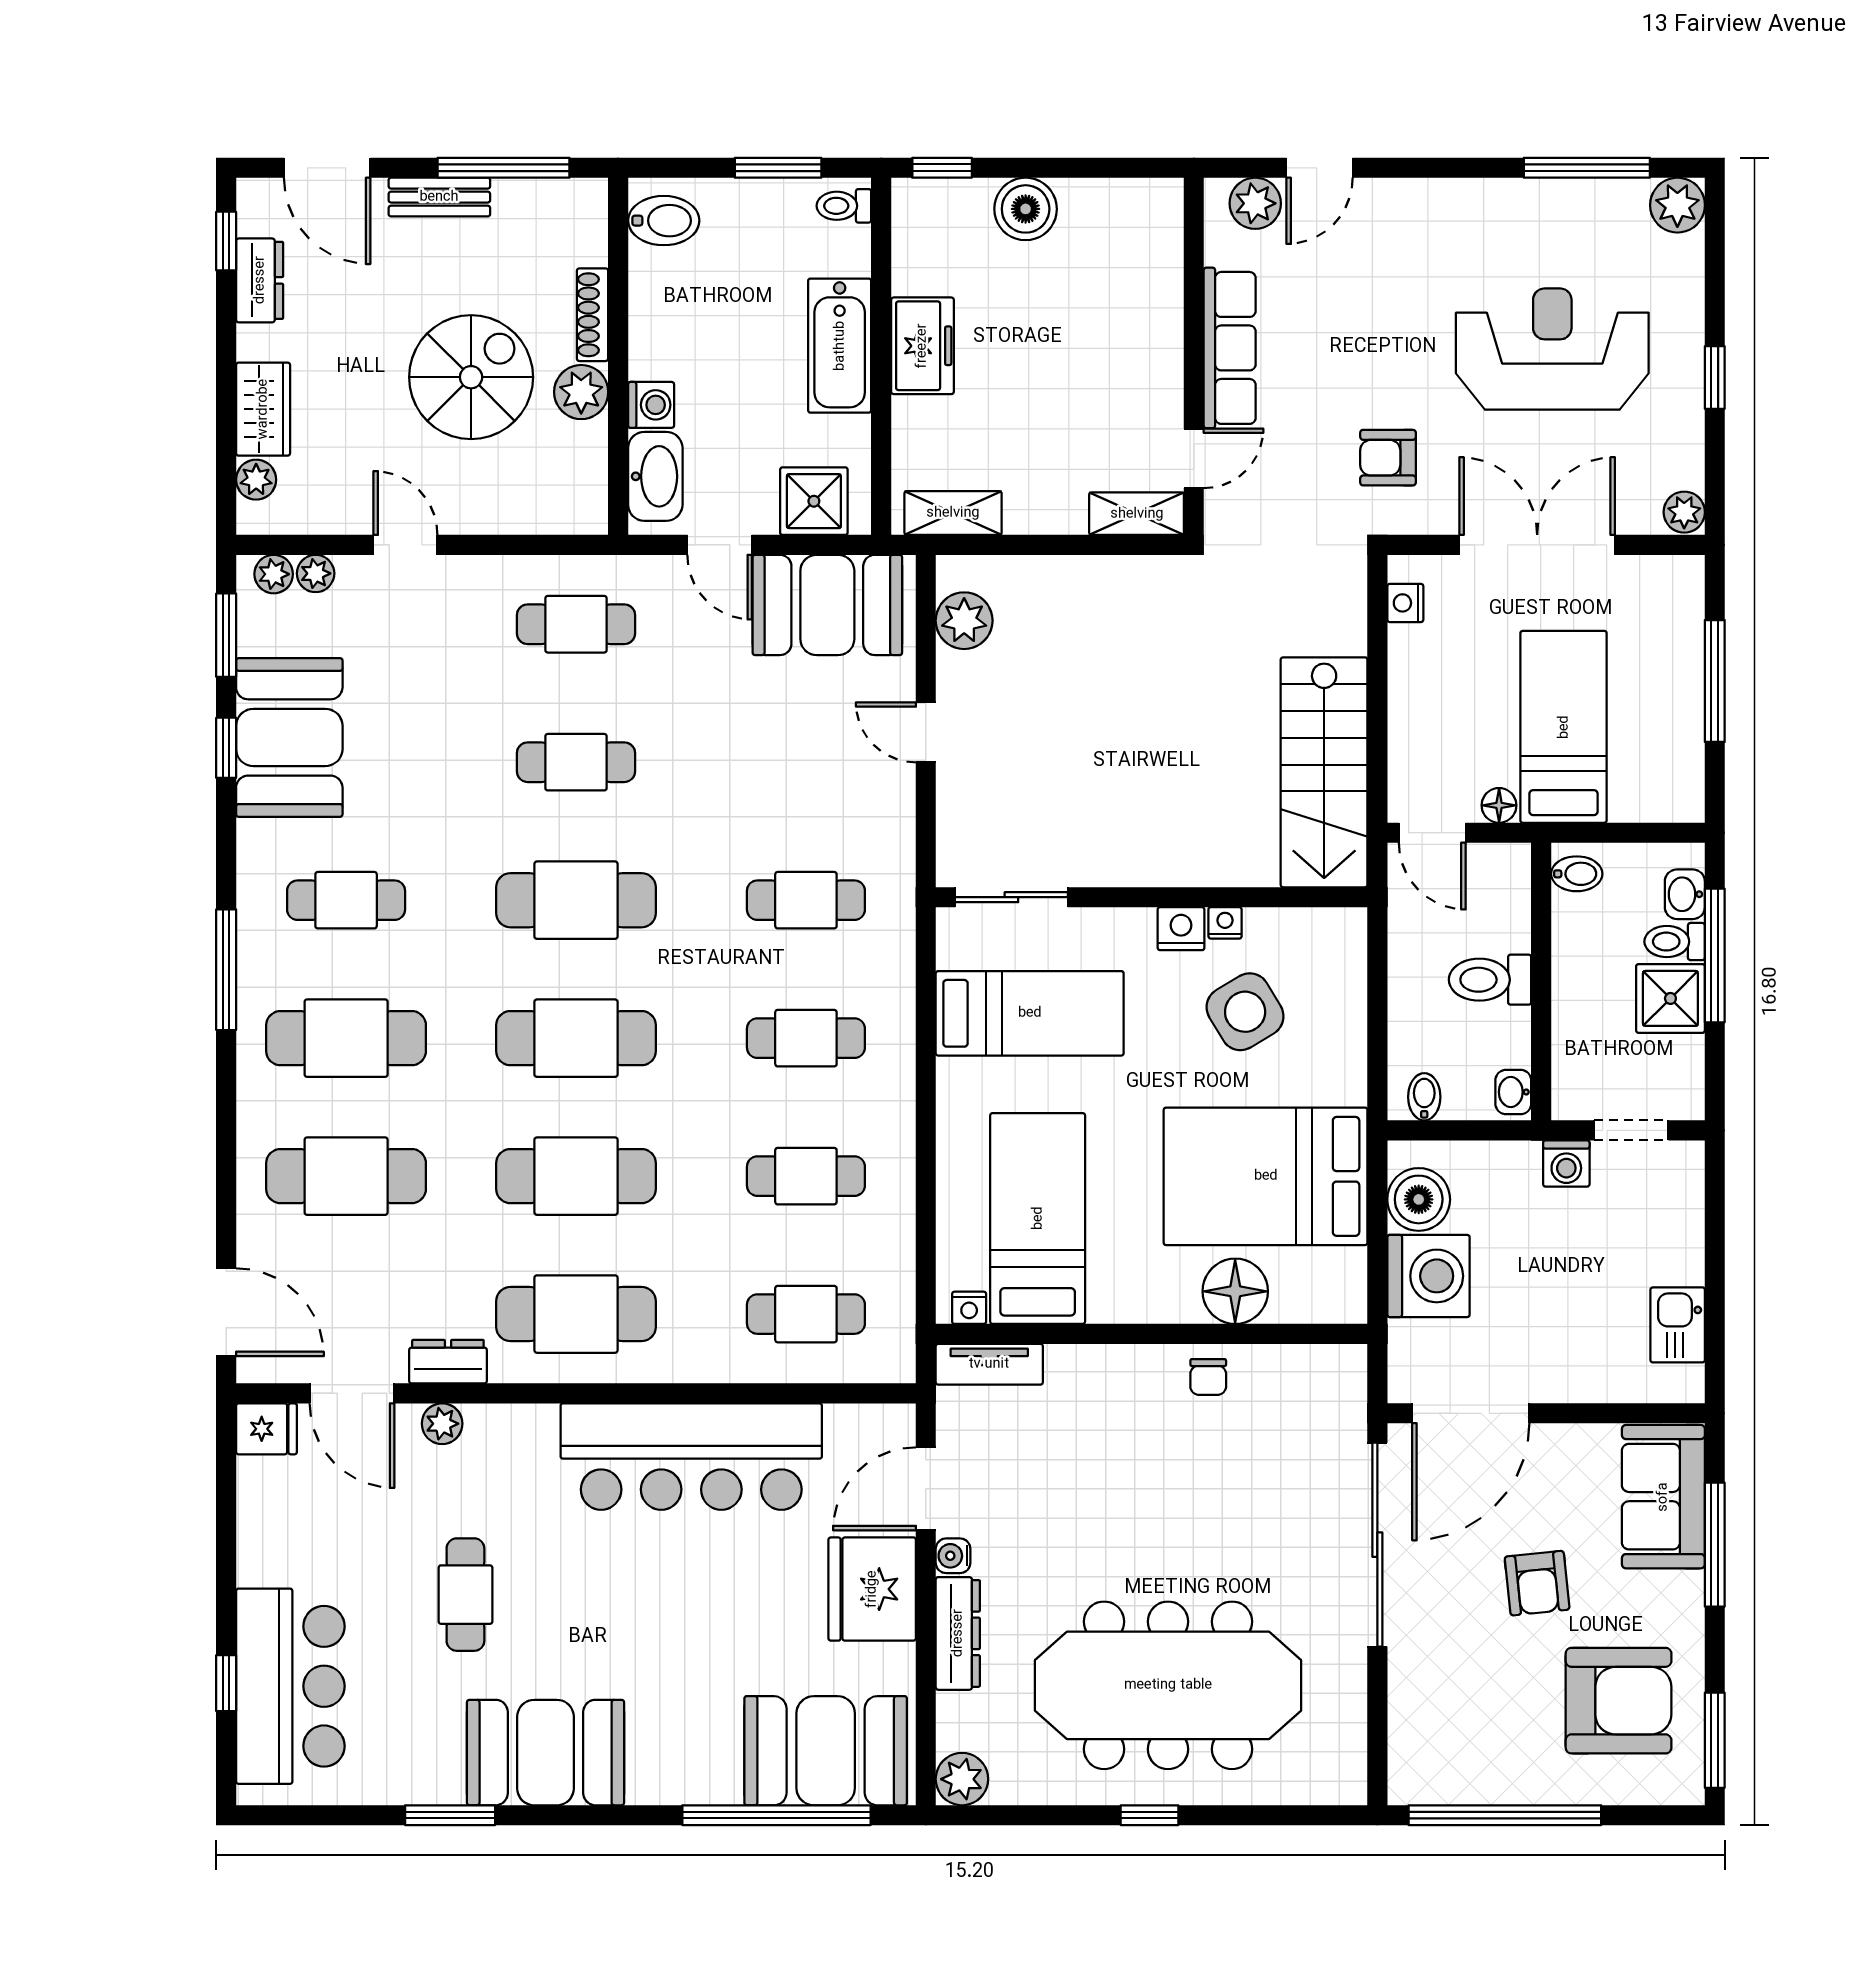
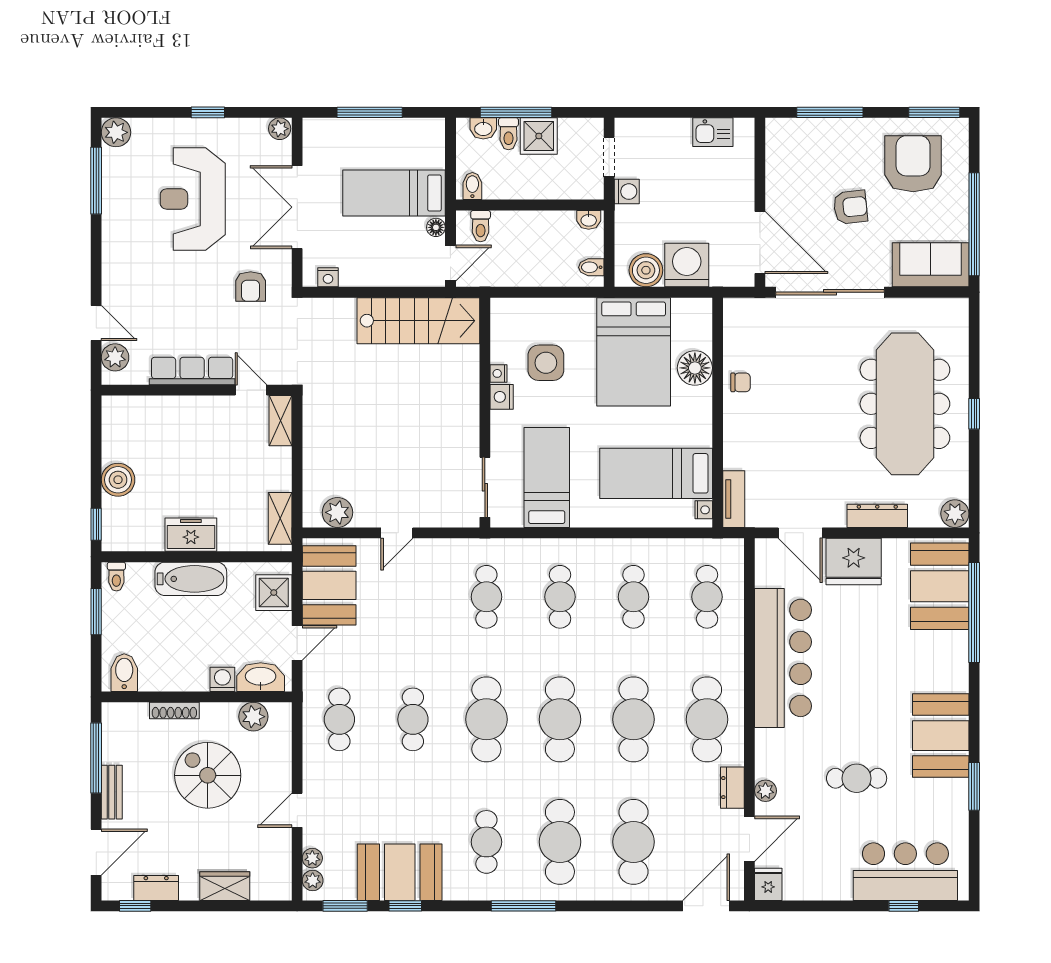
plant: (581, 392) -> (253, 717), moved
plant: (256, 480) -> (262, 890), removed
toilet: (1490, 980) -> (481, 226), moved, width x0.73, depth x0.72
side table: (1245, 1012) -> (546, 363), turned 31
sofa: (1663, 1497) -> (931, 265), moved, turned 180
water cooler: (953, 1556) -> (836, 518), removed

